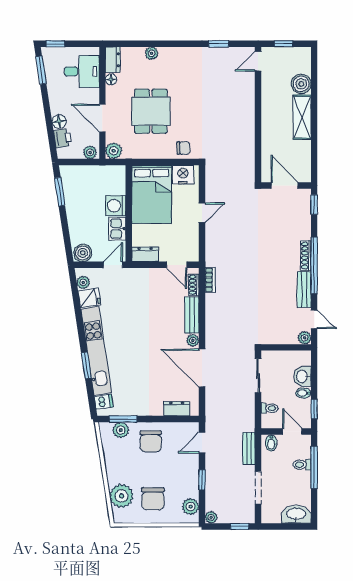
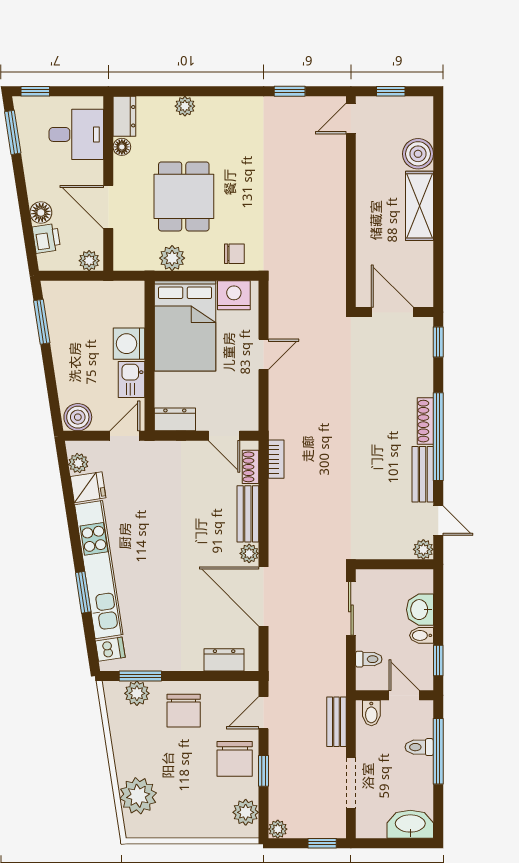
plant: (114, 151) -> (172, 258), moved
chair: (153, 499) -> (235, 759), moved

